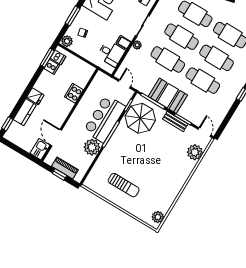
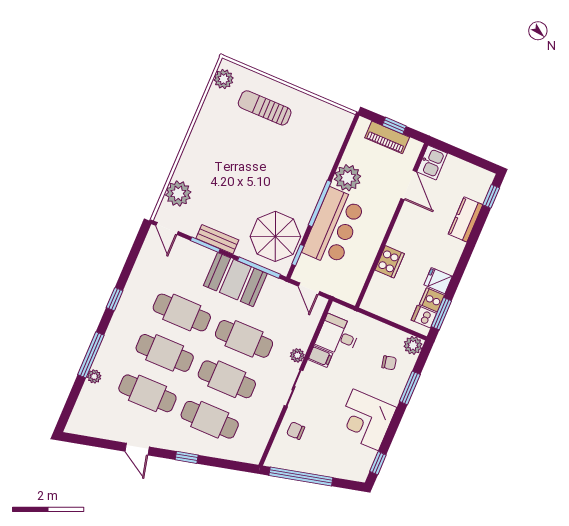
fridge: (35, 96) -> (438, 281), moved
sun lounger: (124, 185) -> (265, 108), moved

